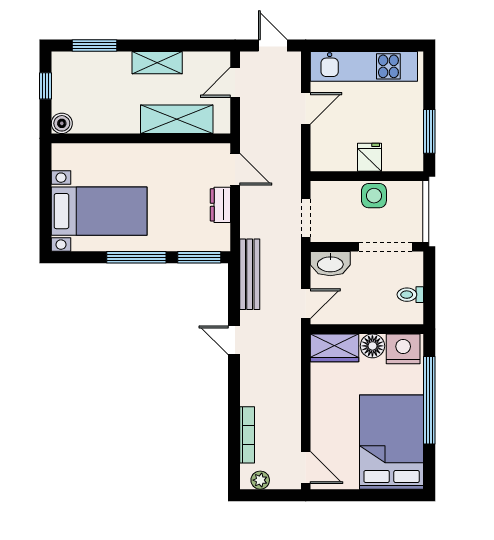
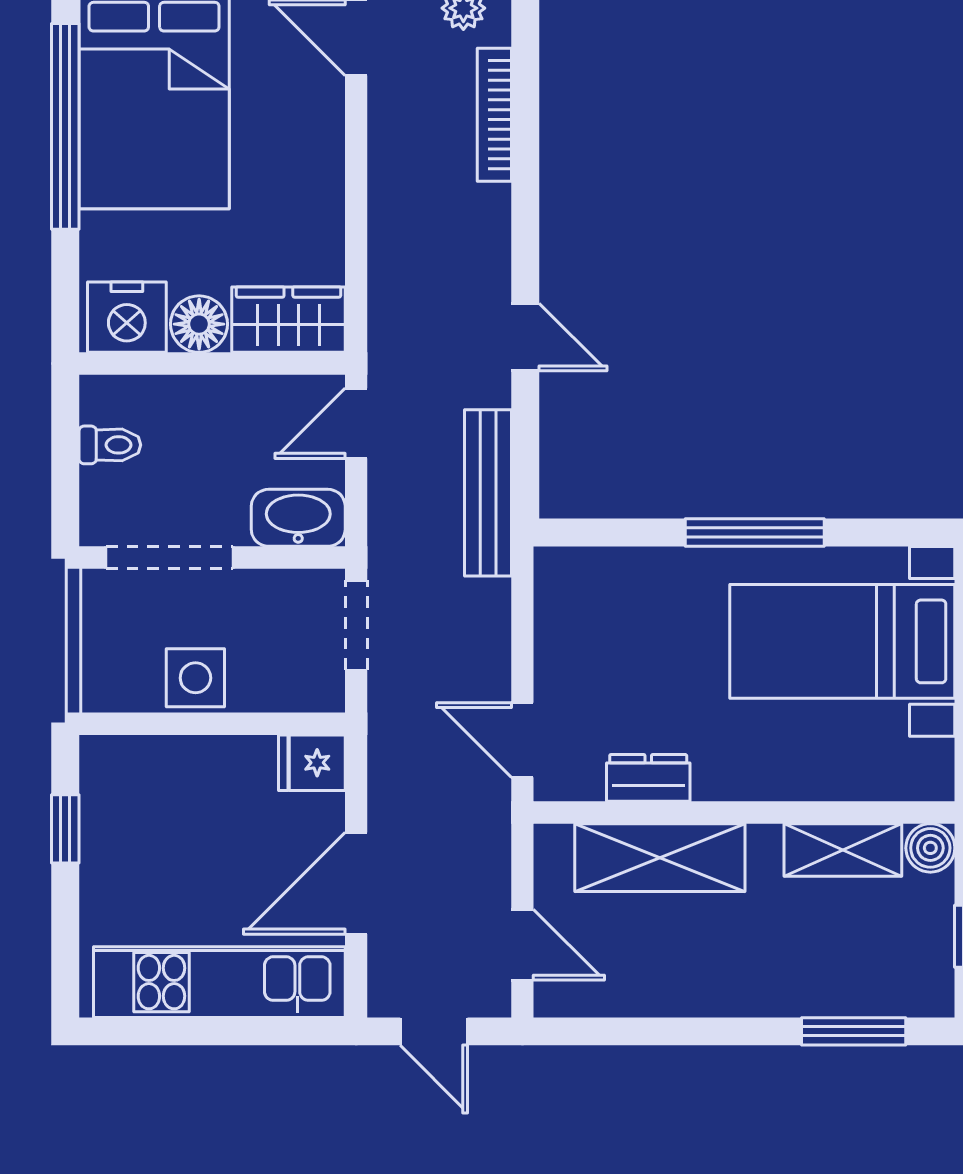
shelving: (157, 63) -> (843, 850), moved
door: (235, 82) -> (522, 945), hinge flipped
door: (306, 108) -> (356, 883), width x1.38
window: (429, 131) -> (65, 829), width x0.67
fridge: (369, 157) -> (312, 763), moved, turned 90
dresser: (220, 205) -> (648, 778), moved, turned -90
window: (199, 257) -> (607, 533), removed
window: (429, 400) -> (65, 126), moved

